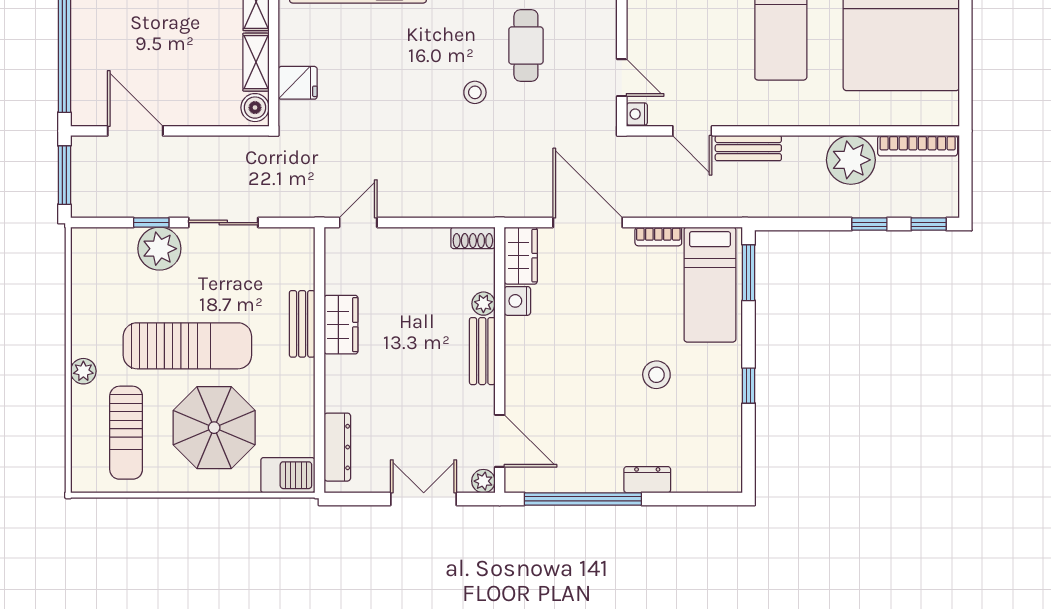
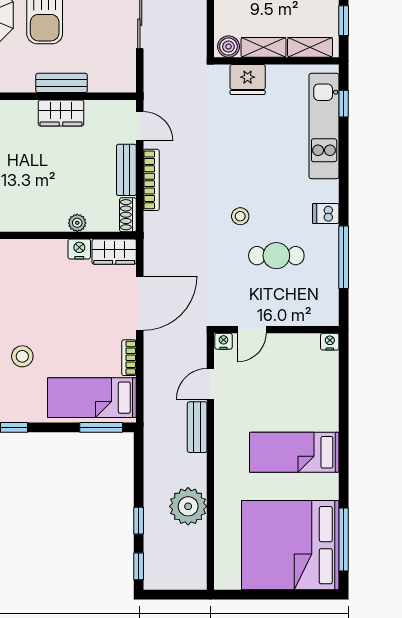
fridge: (298, 83) -> (248, 80), width x1.38
bookcase: (918, 146) -> (151, 180), moved, turned 180
bench: (482, 351) -> (126, 170), moved, turned 90

